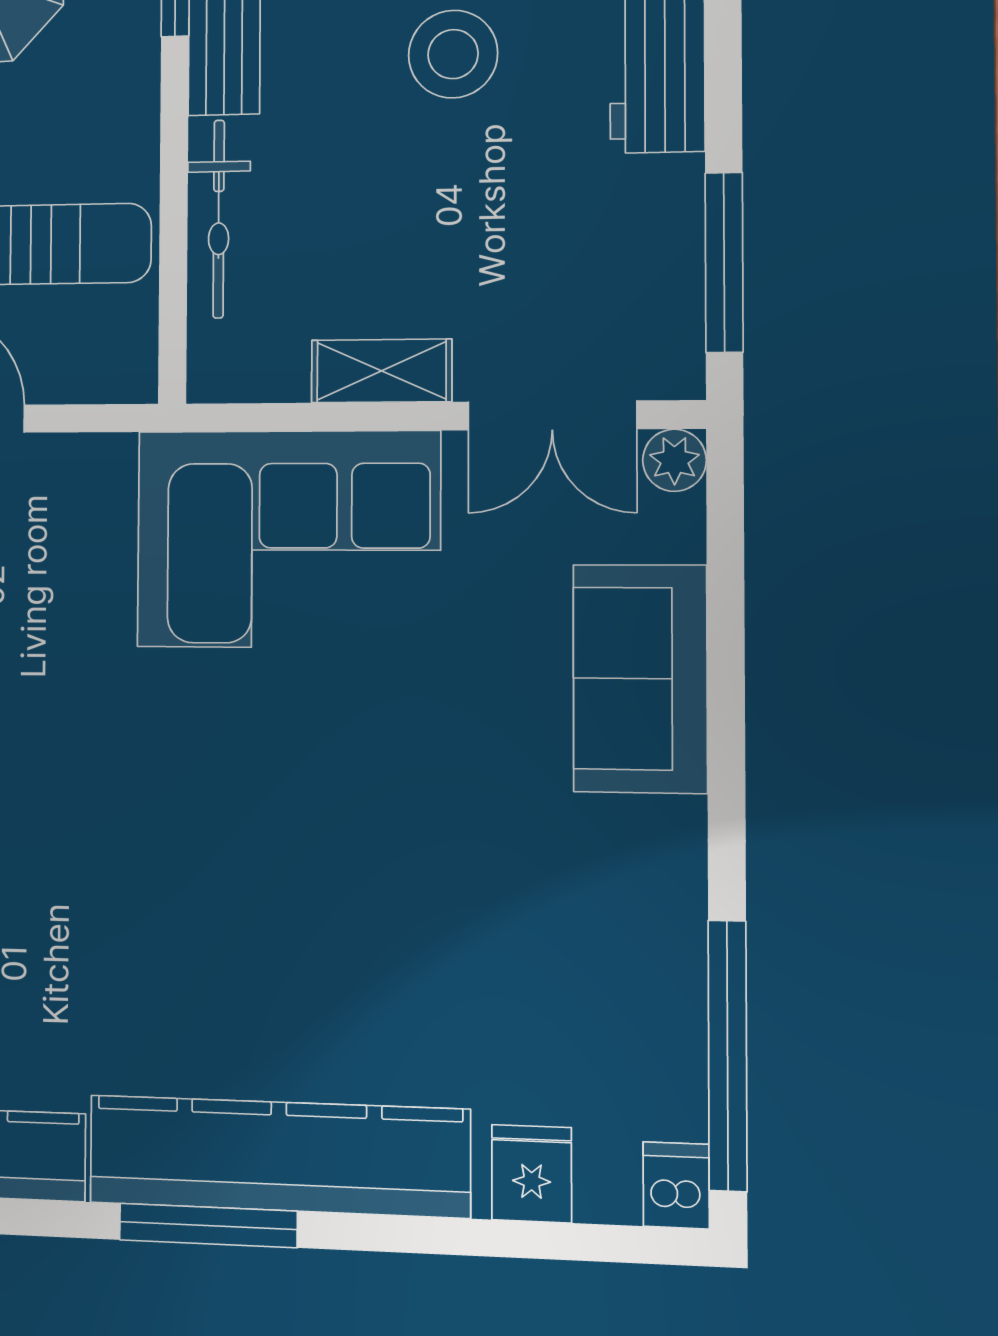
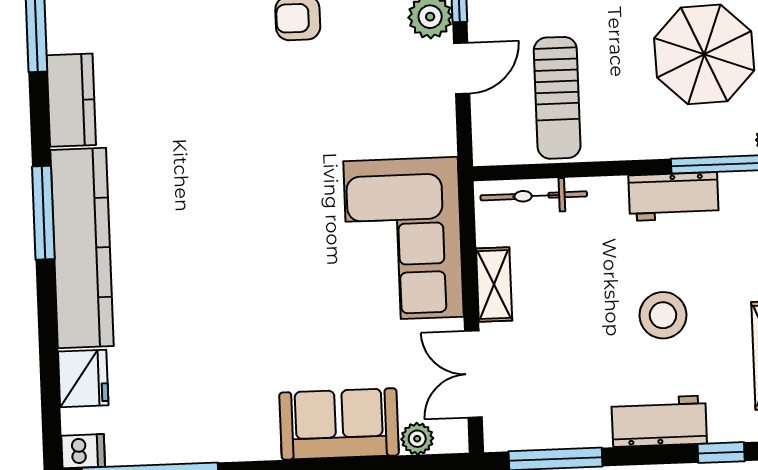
bicycle: (219, 219) -> (534, 196), moved
plant: (674, 460) -> (417, 439), moved
fridge: (532, 1174) -> (83, 378), width x1.38

